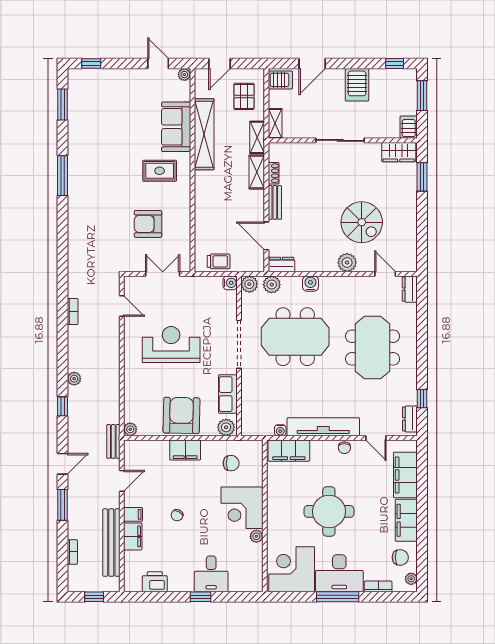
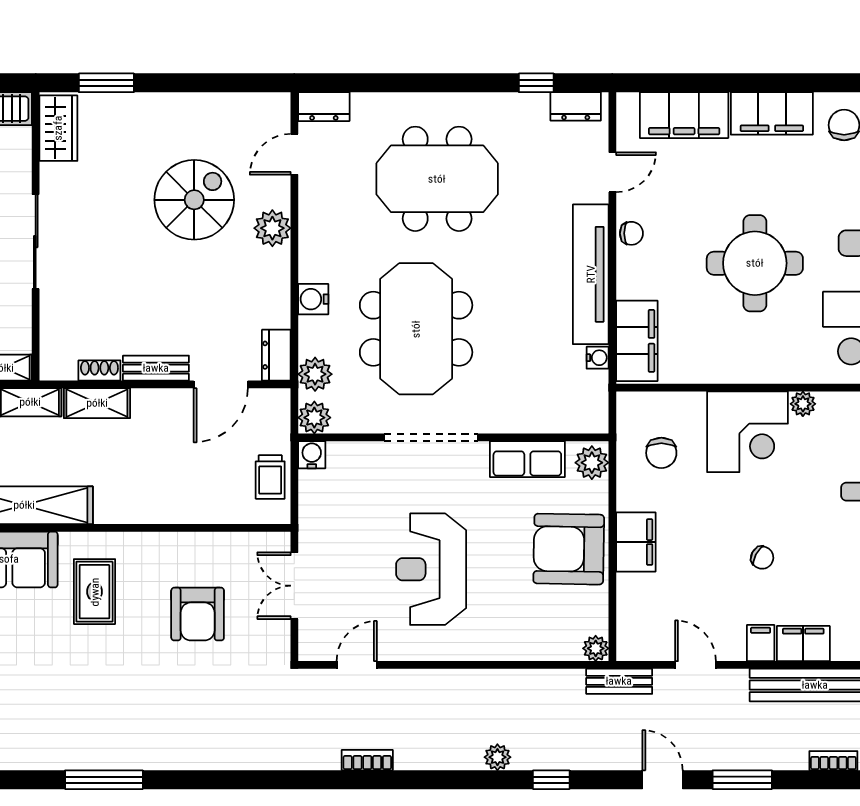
trolley: (219, 261) -> (270, 477), turned 180
chair: (231, 463) -> (661, 453), turned 180

